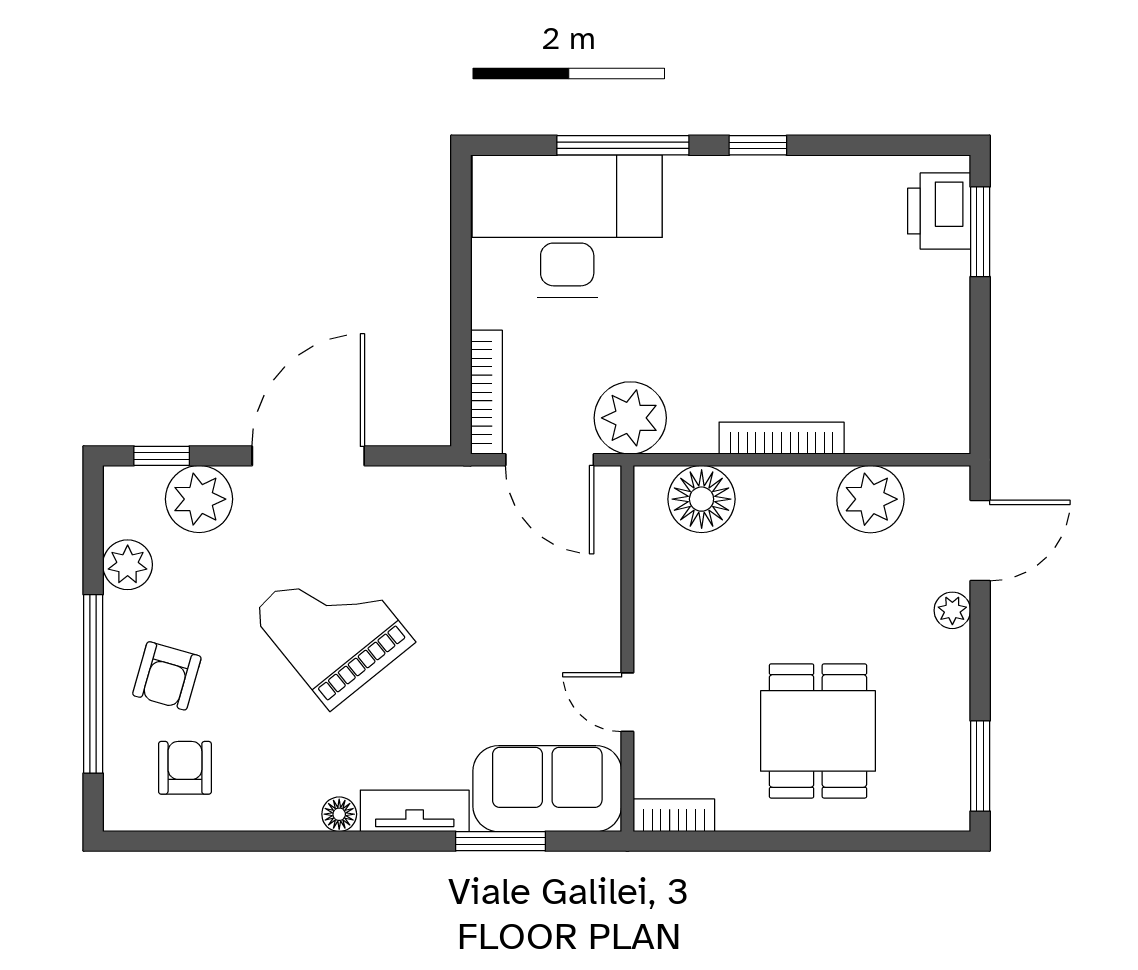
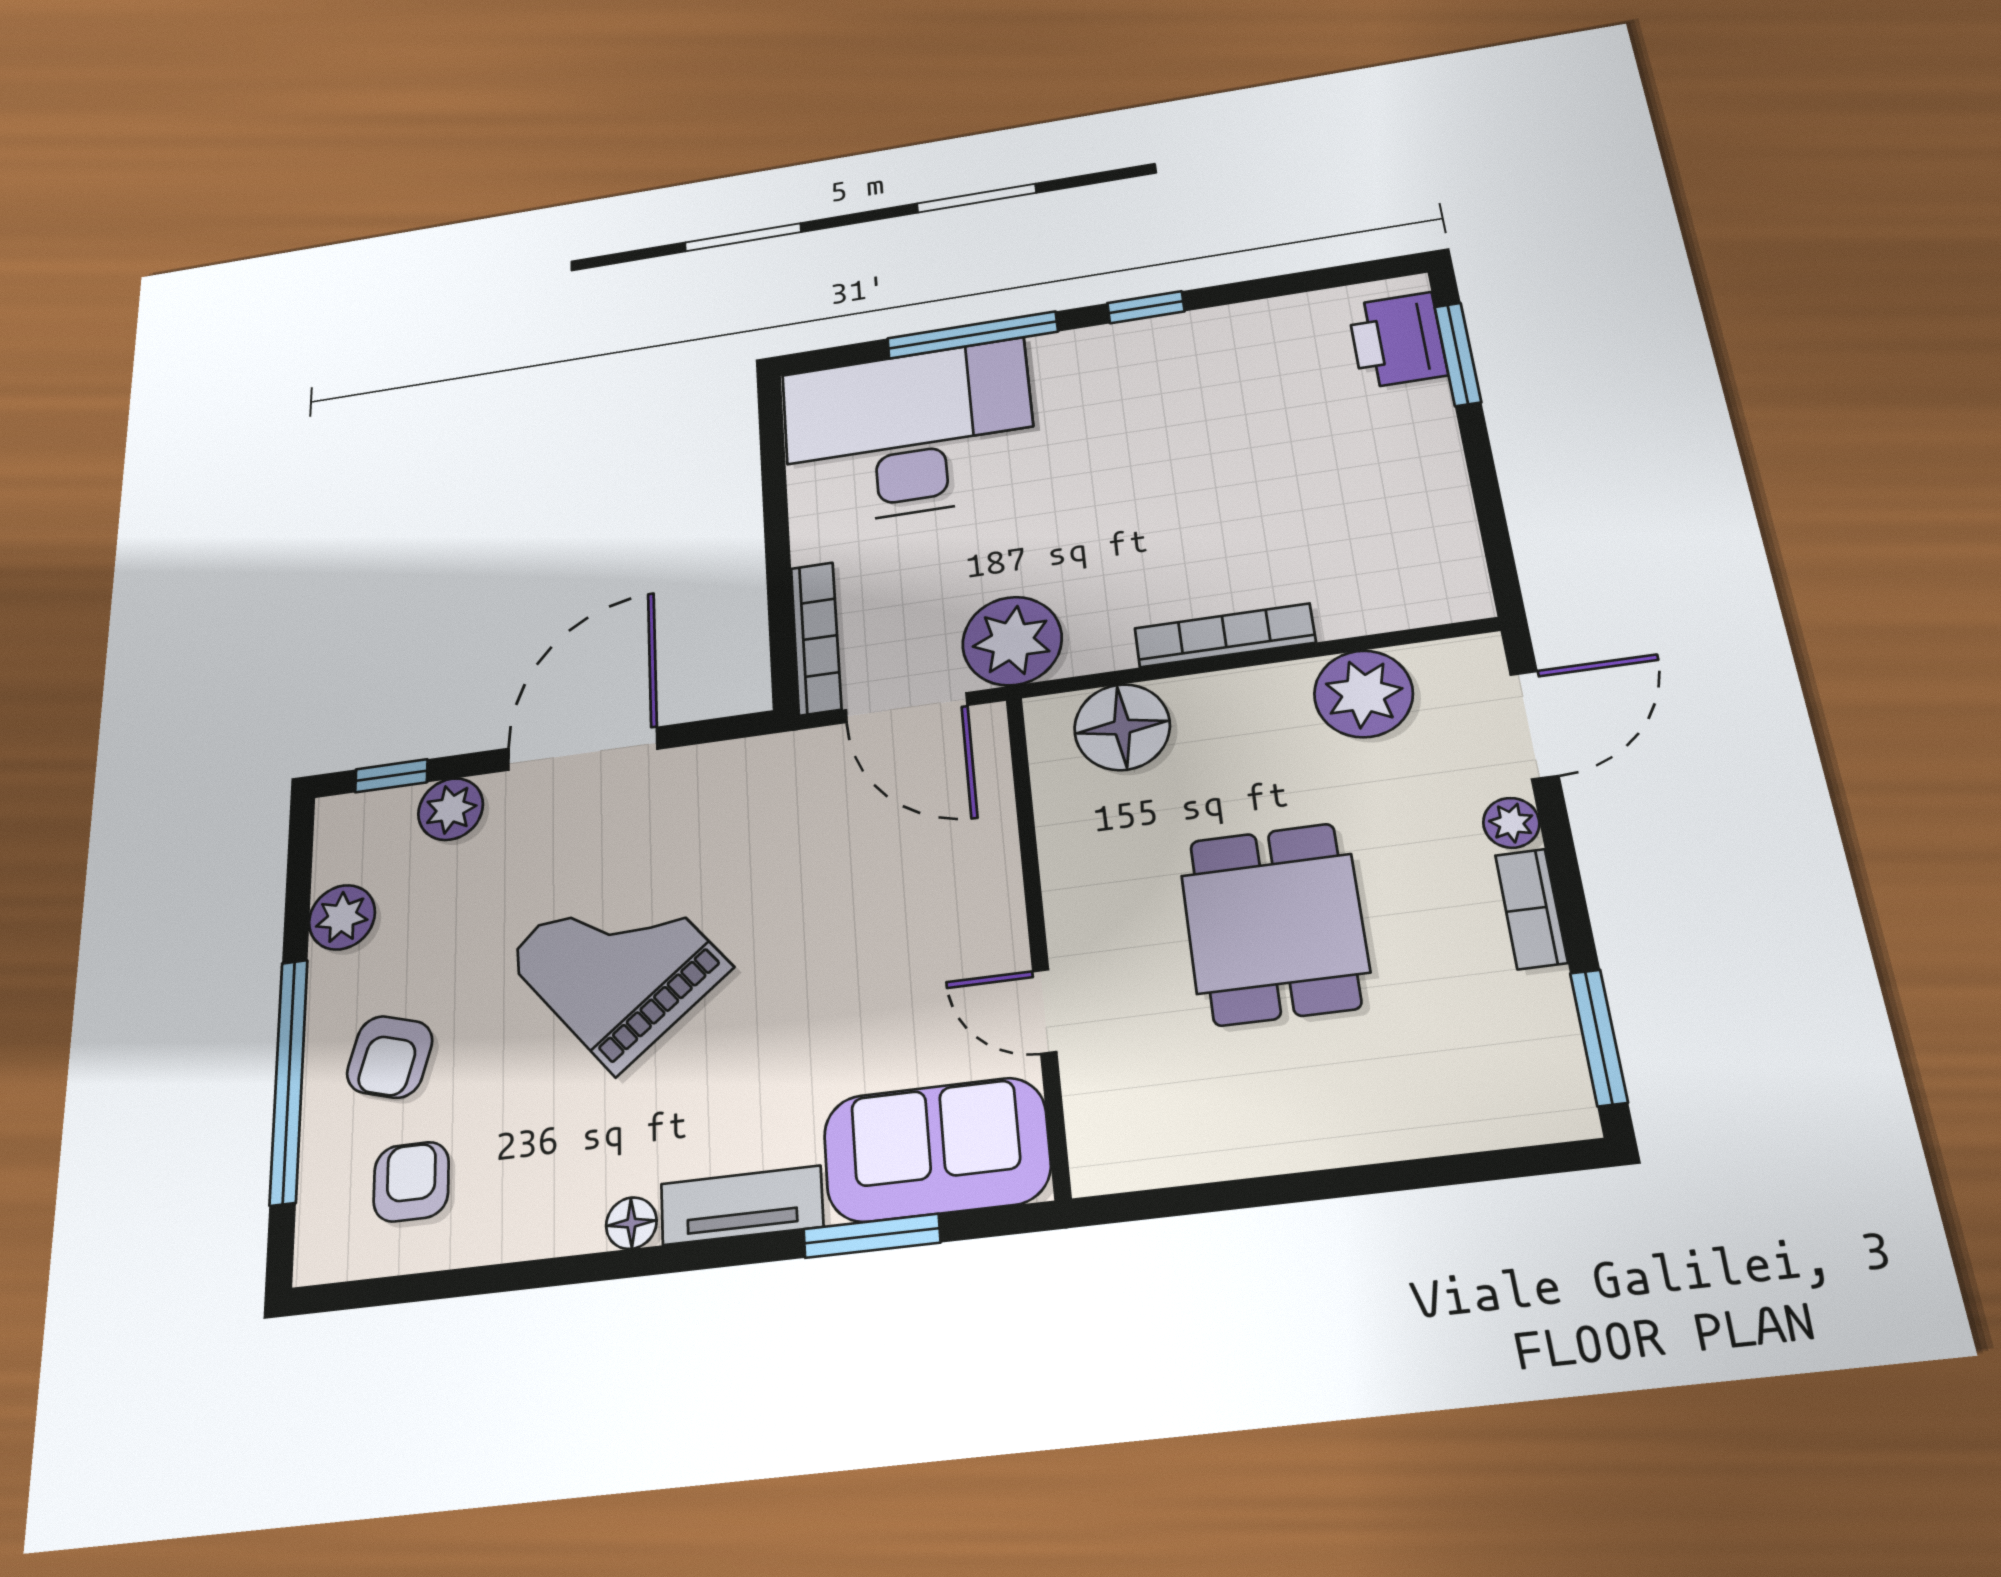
plant: (199, 499) -> (451, 809), width x0.73, depth x0.73
dining table: (818, 731) -> (1275, 923), moved
bookcase: (674, 815) -> (1531, 909), moved, turned -90

